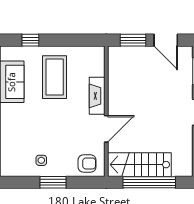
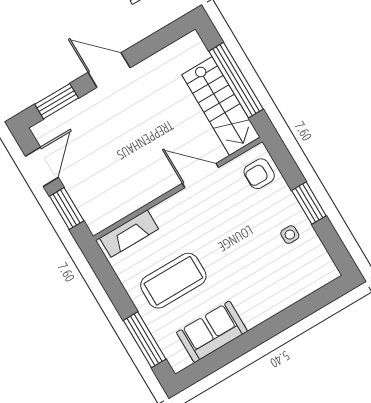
window: (30, 40) -> (145, 340), width x2.17
fireplace: (97, 96) -> (129, 234), moved
armchair: (87, 163) -> (259, 174), turned -90

